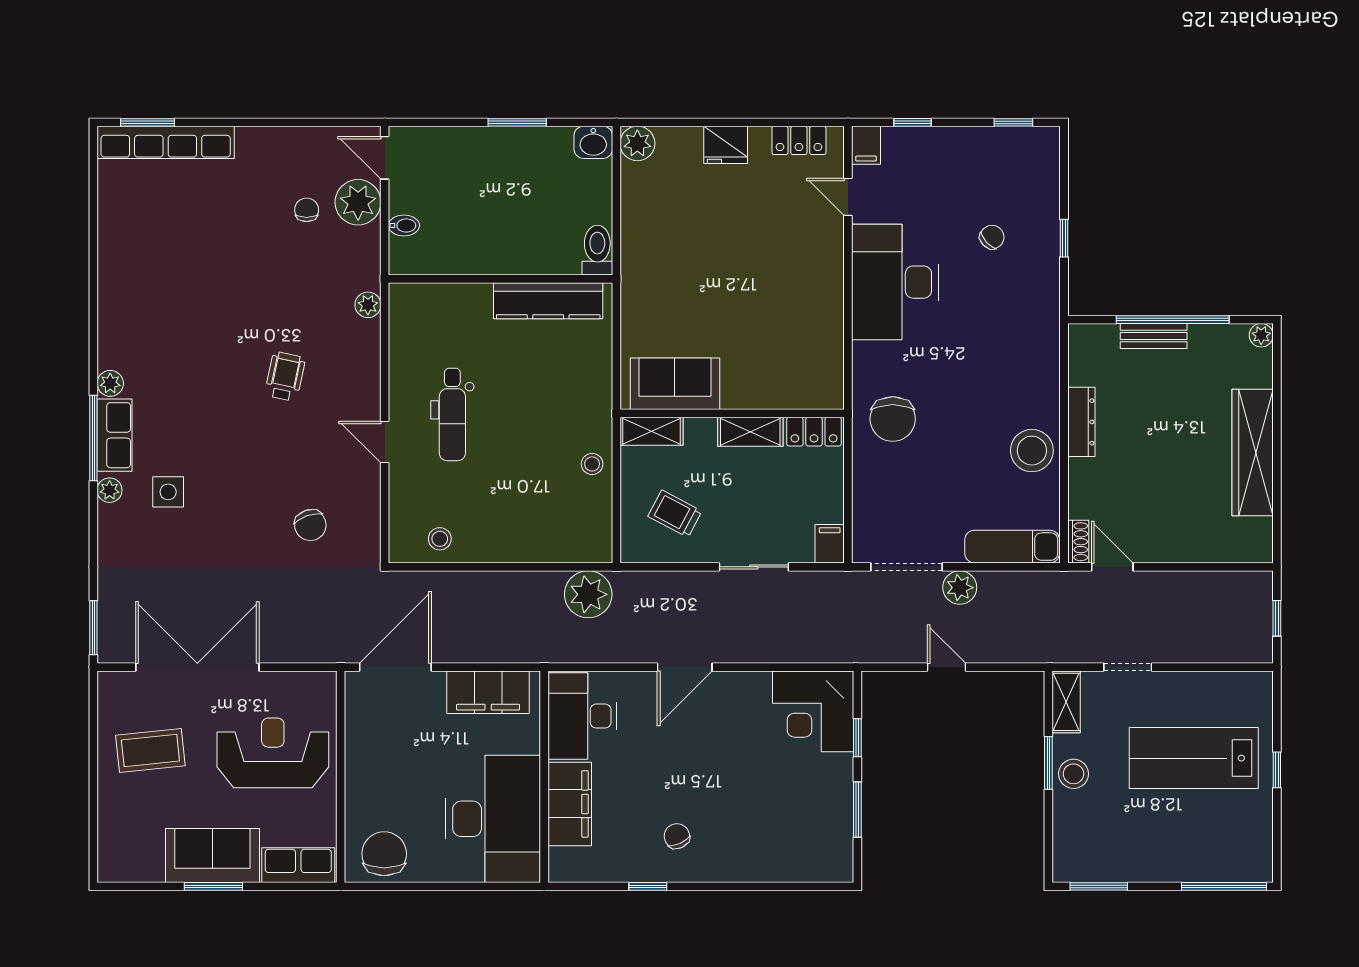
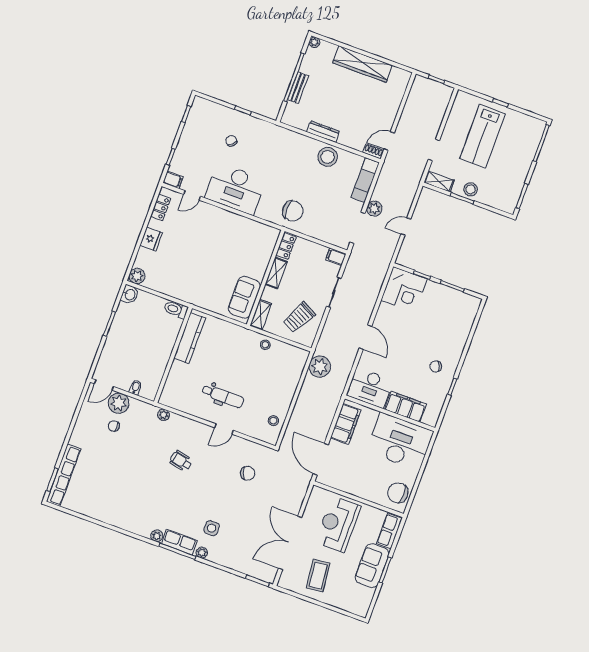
trolley: (675, 514) -> (299, 317), width x1.36, depth x1.39

